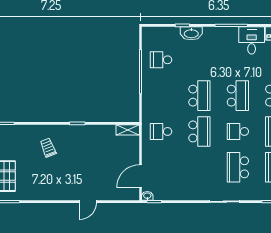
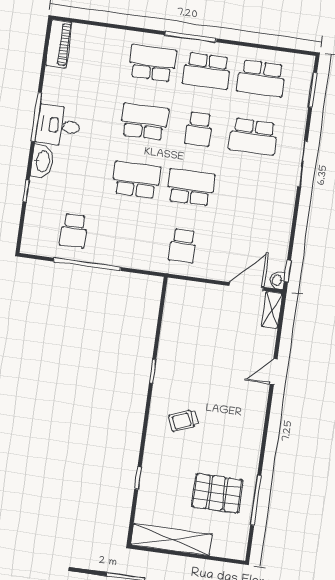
washbasin: (191, 33) -> (42, 161), moved
desk: (252, 40) -> (58, 126), moved
shelving: (128, 130) -> (272, 310), moved
door: (141, 176) -> (246, 286), swing flipped
door: (88, 202) -> (274, 372), swing flipped

